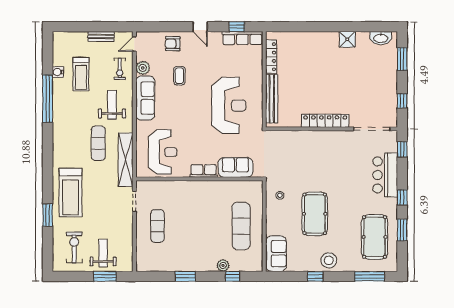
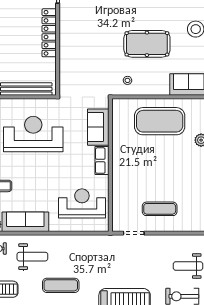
weight bench: (112, 105) -> (32, 257), turned 180
exercise mat: (98, 143) -> (61, 285), moved
shelving: (126, 160) -> (90, 242), removed
exercise mat: (241, 226) -> (160, 121), width x1.47

